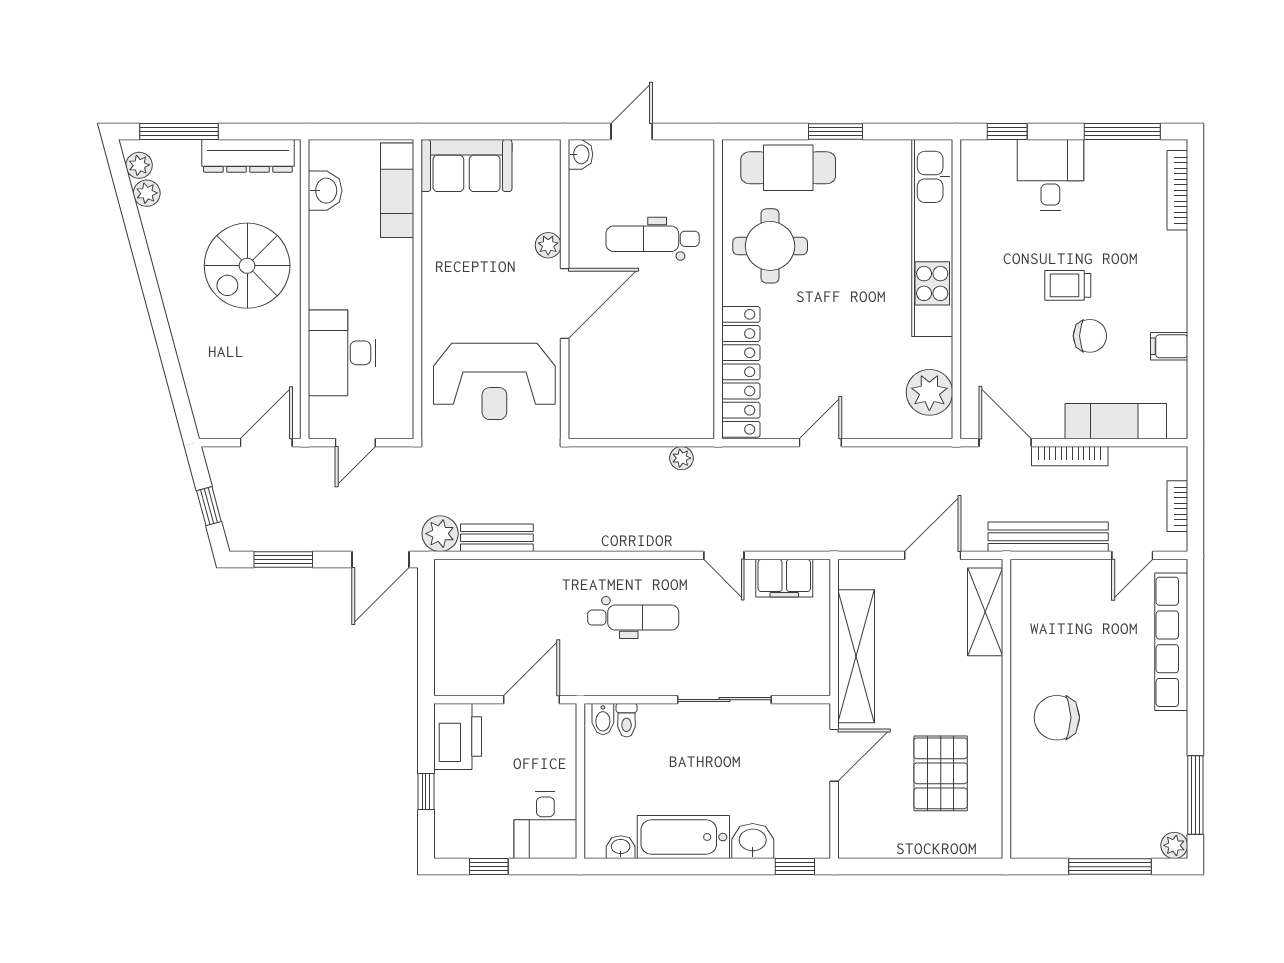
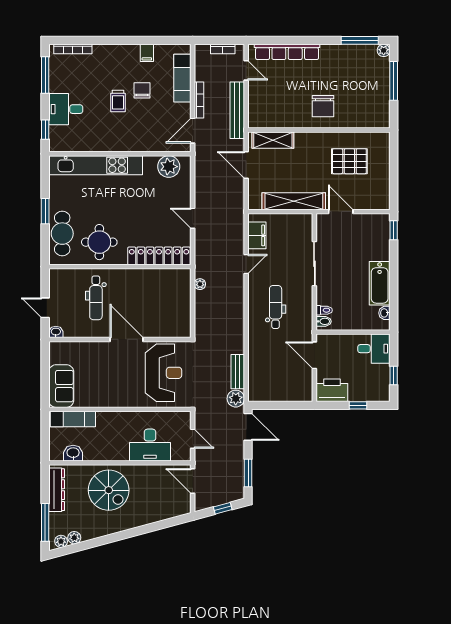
plant: (548, 245) -> (99, 347), removed
washbasin: (753, 841) -> (381, 250), removed

